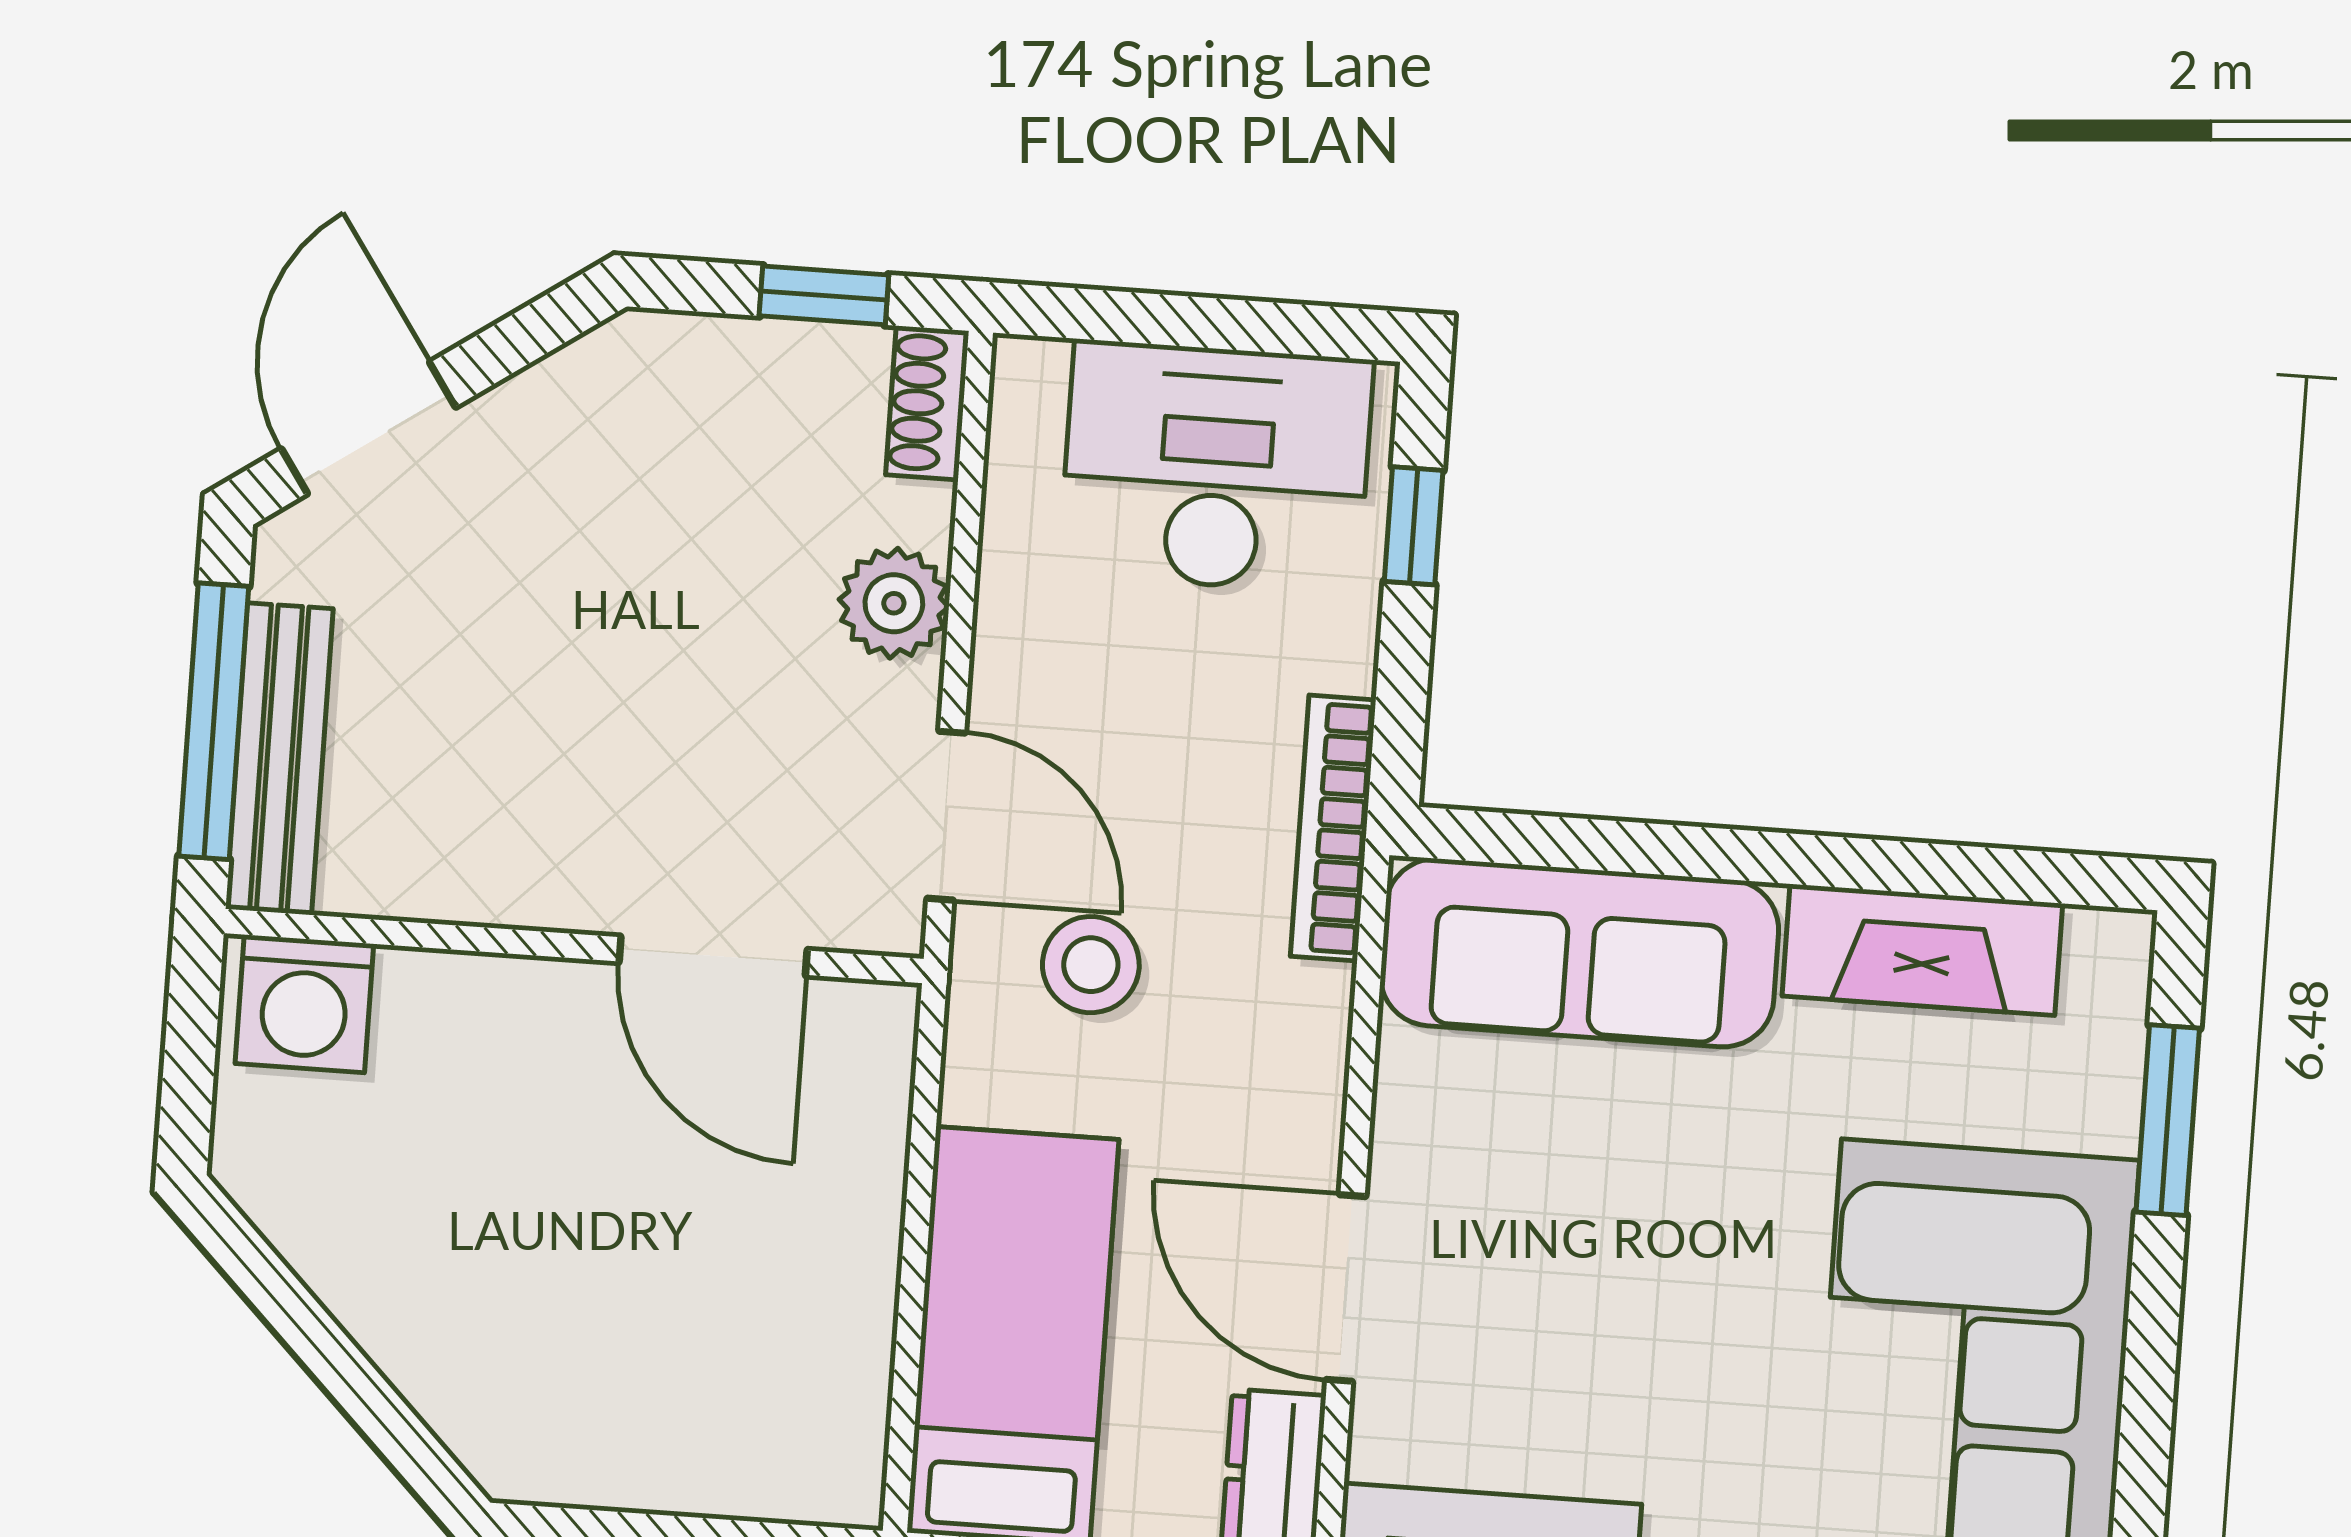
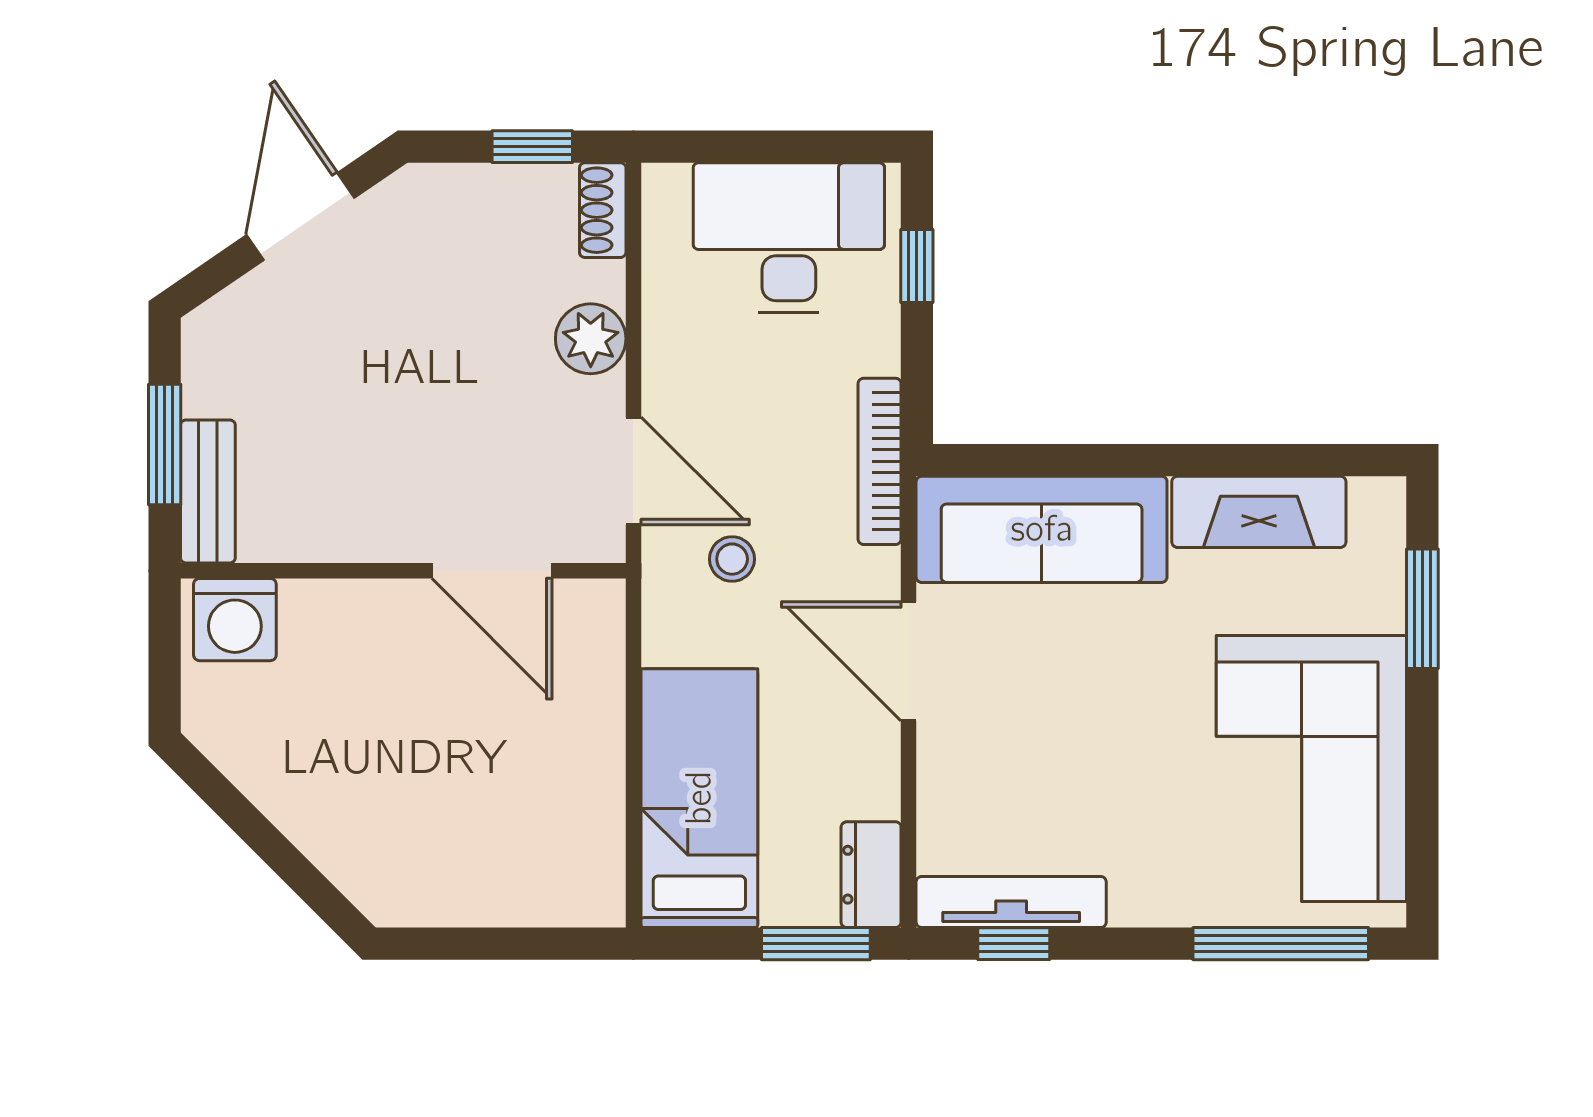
door: (369, 428) -> (301, 216), moved
window: (214, 721) -> (165, 445), width x0.69
bench: (279, 759) -> (208, 491), width x0.73
stool: (1091, 965) -> (732, 559), width x0.73, depth x0.73
door: (1346, 1288) -> (909, 661), moved

